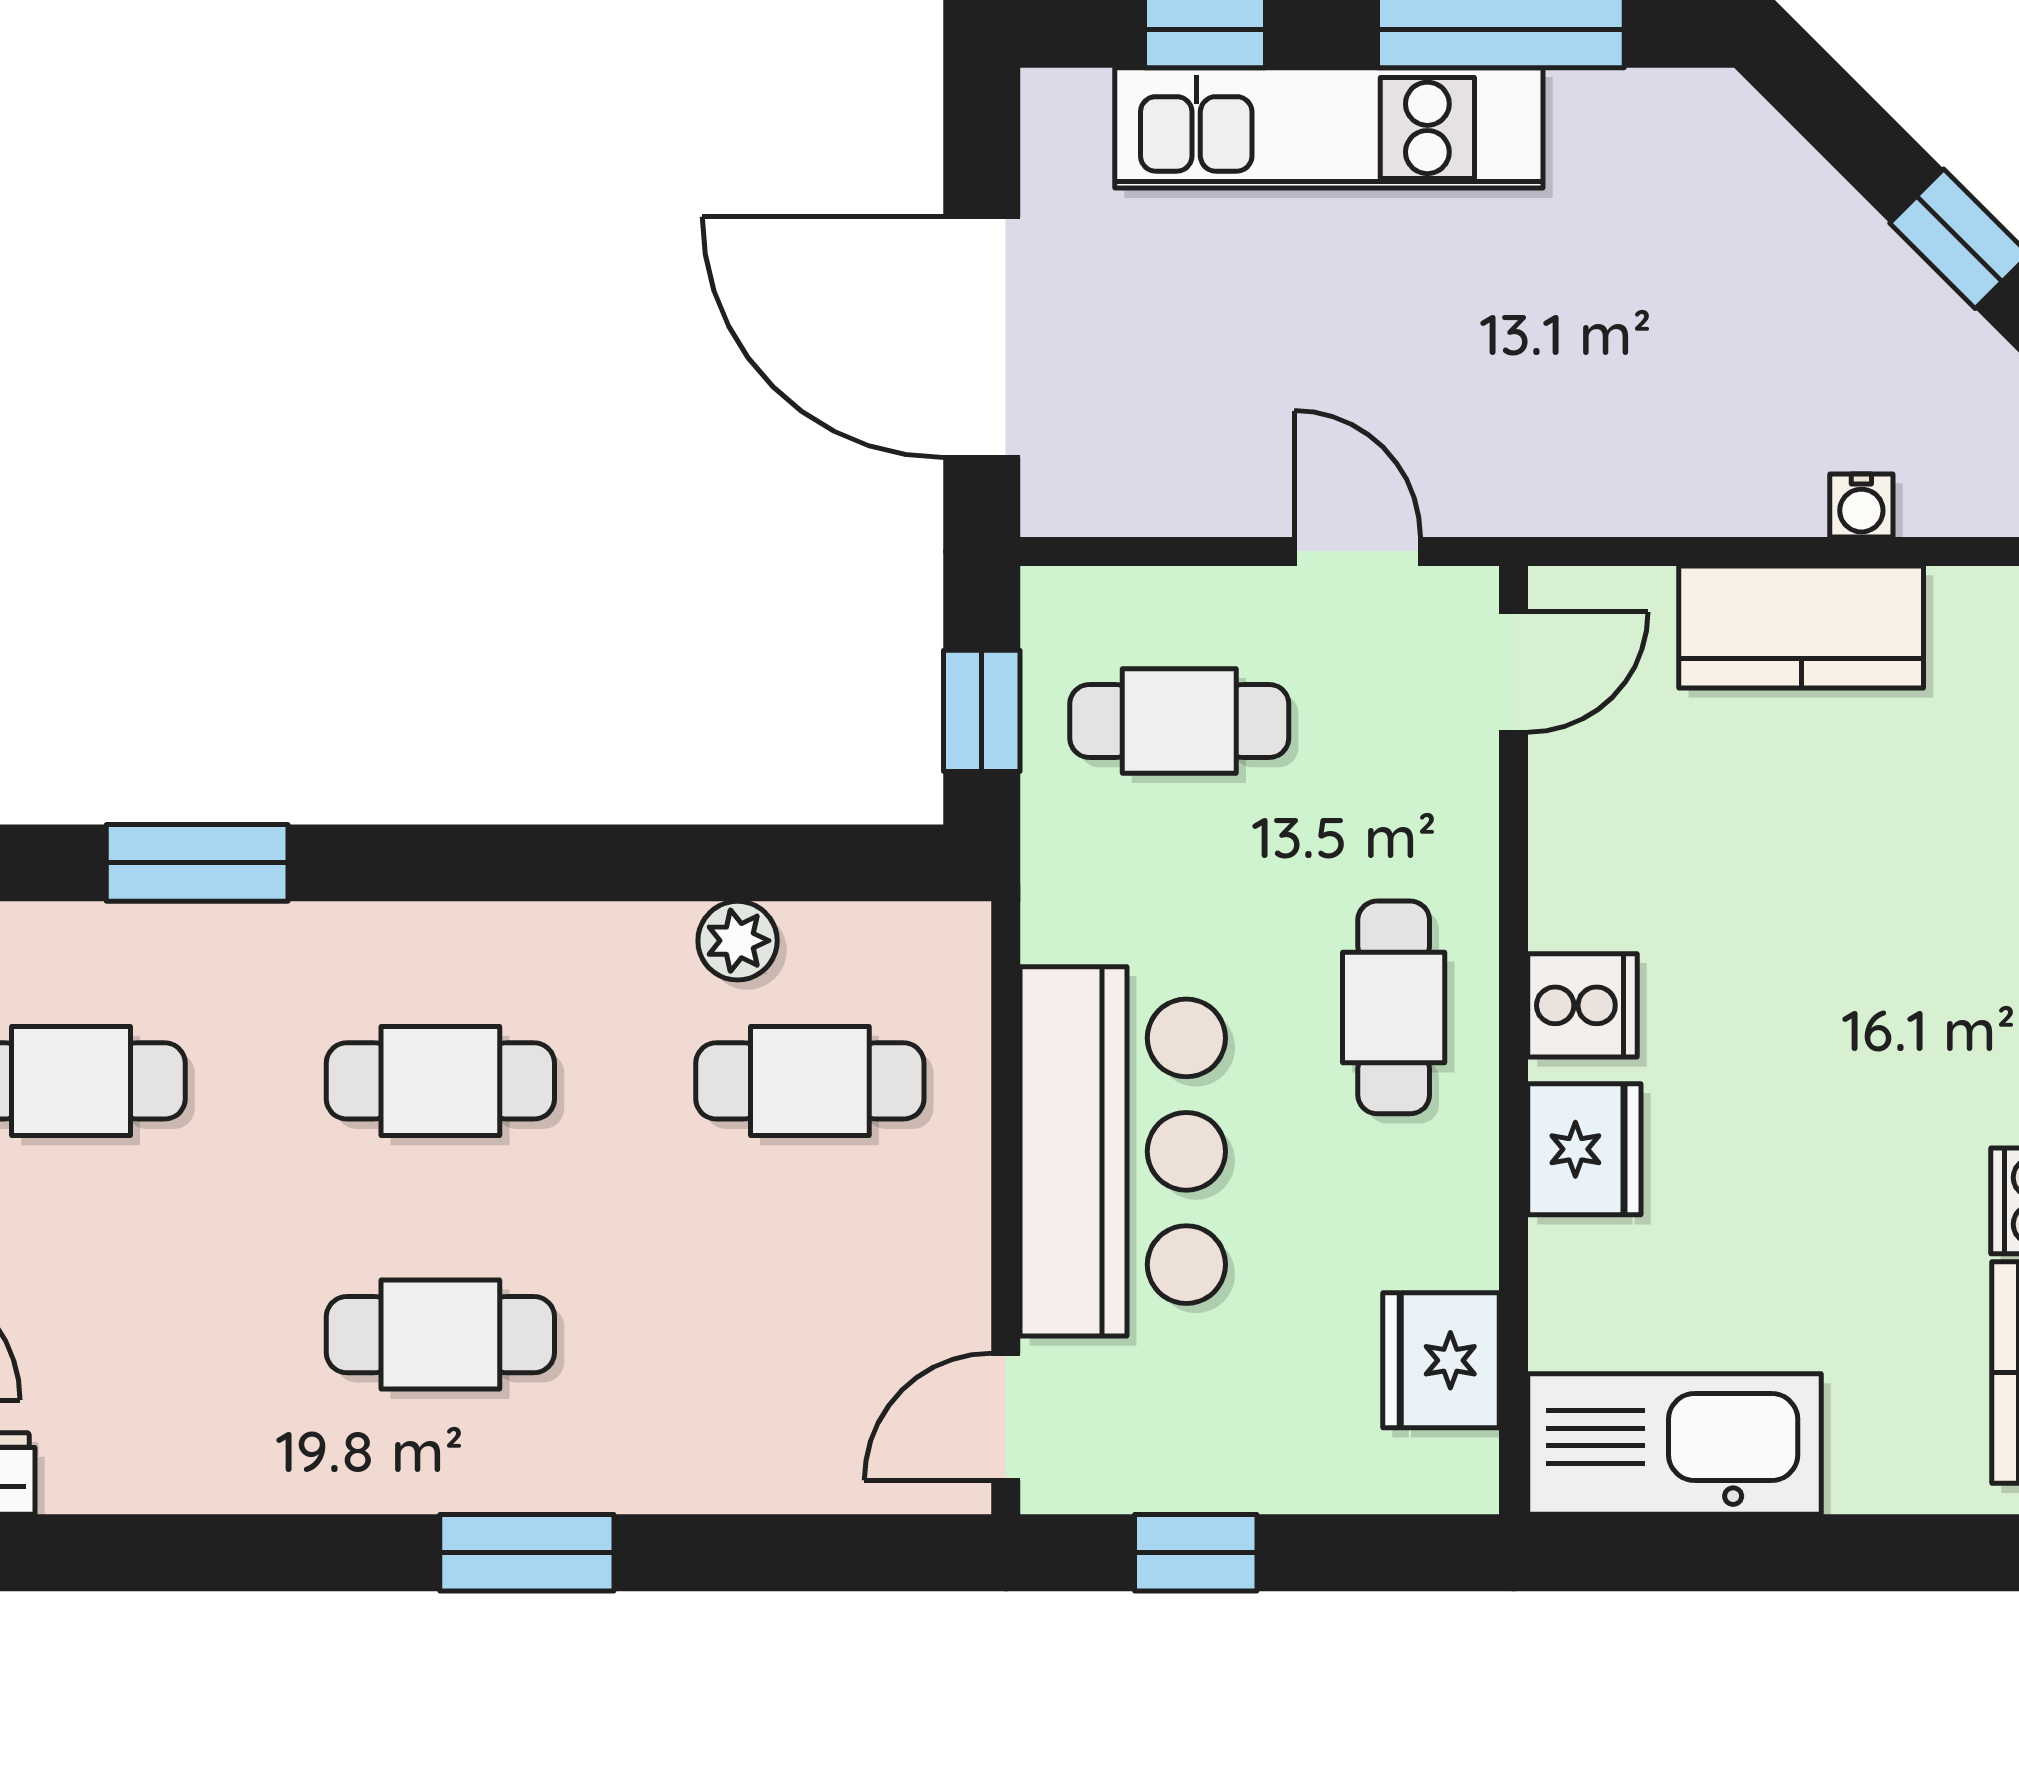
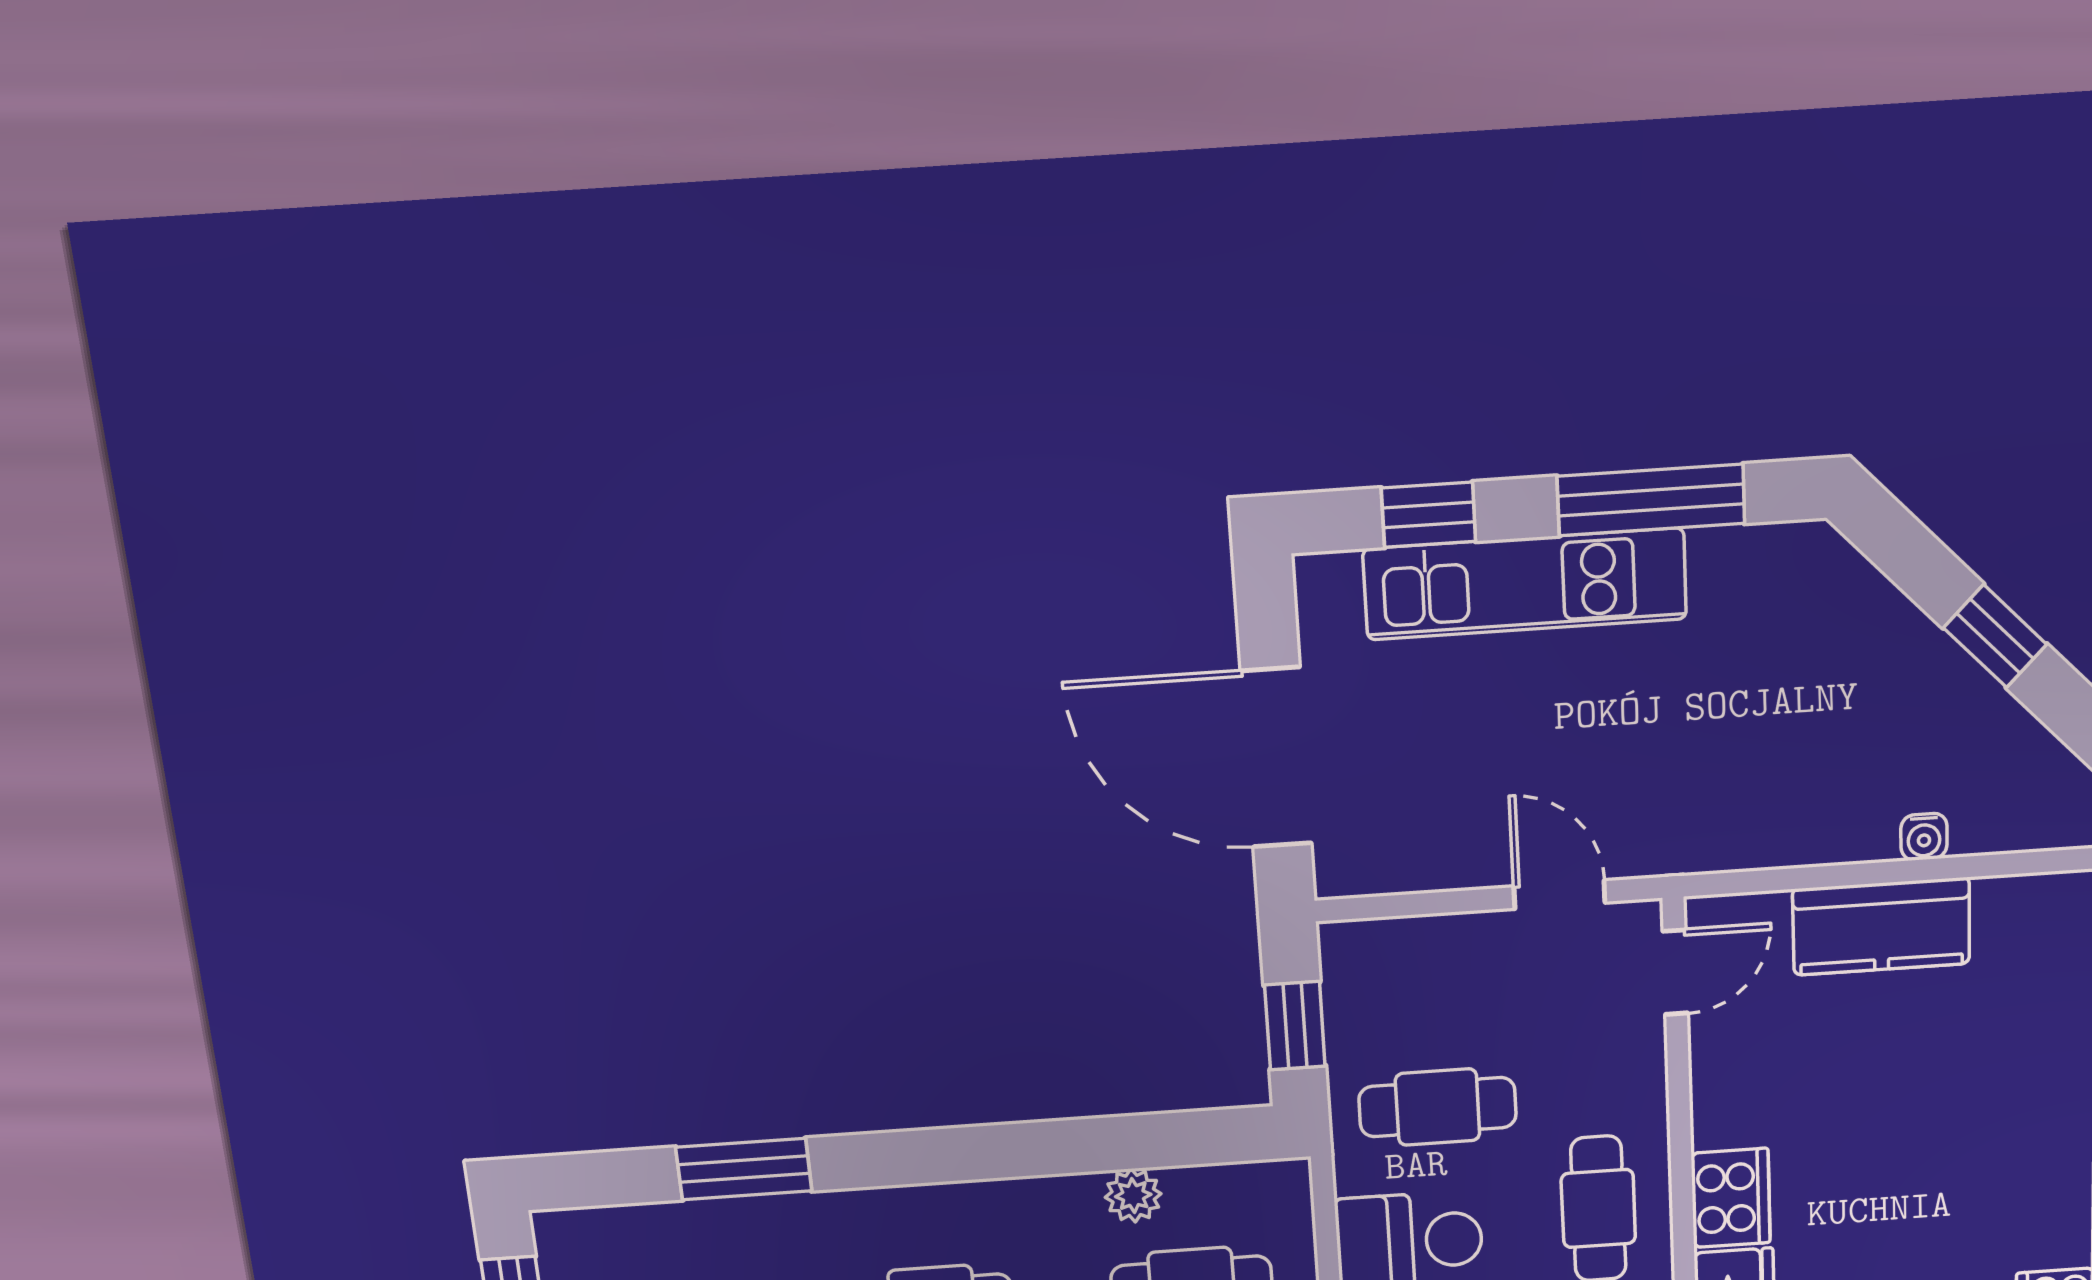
cafe table: (1179, 721) -> (1438, 1107), moved
cooker: (1582, 1005) -> (1731, 1198), width x1.36

